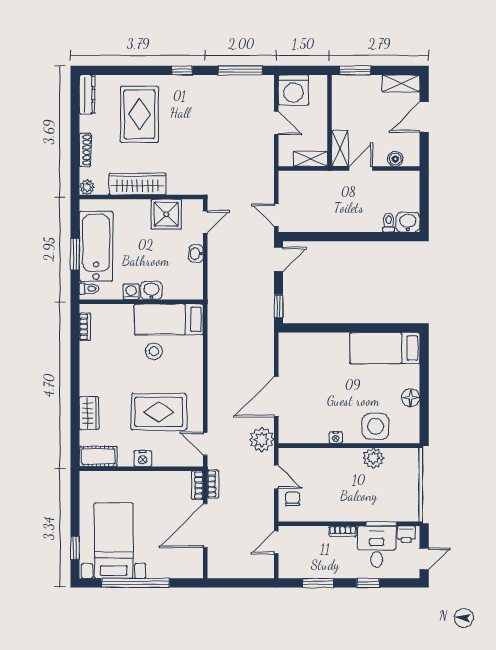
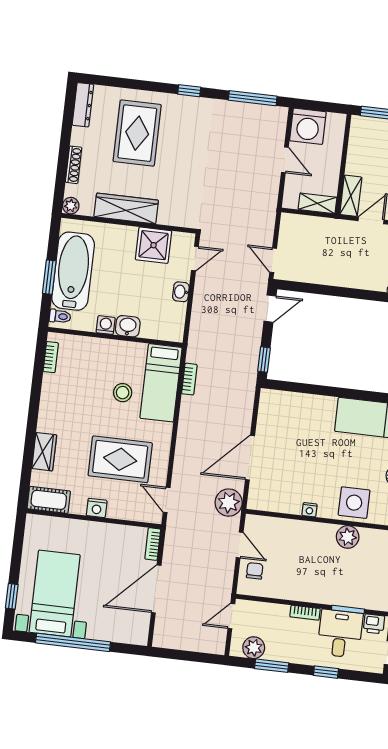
bed: (169, 319) -> (161, 383), moved, turned -90
bookcase: (213, 484) -> (189, 379), moved
plant: (300, 568) -> (254, 648), added

